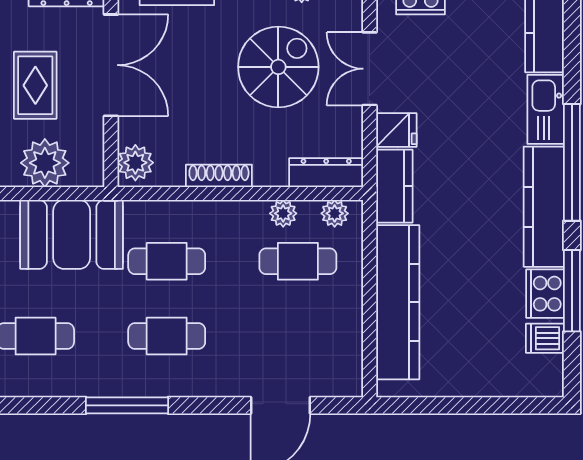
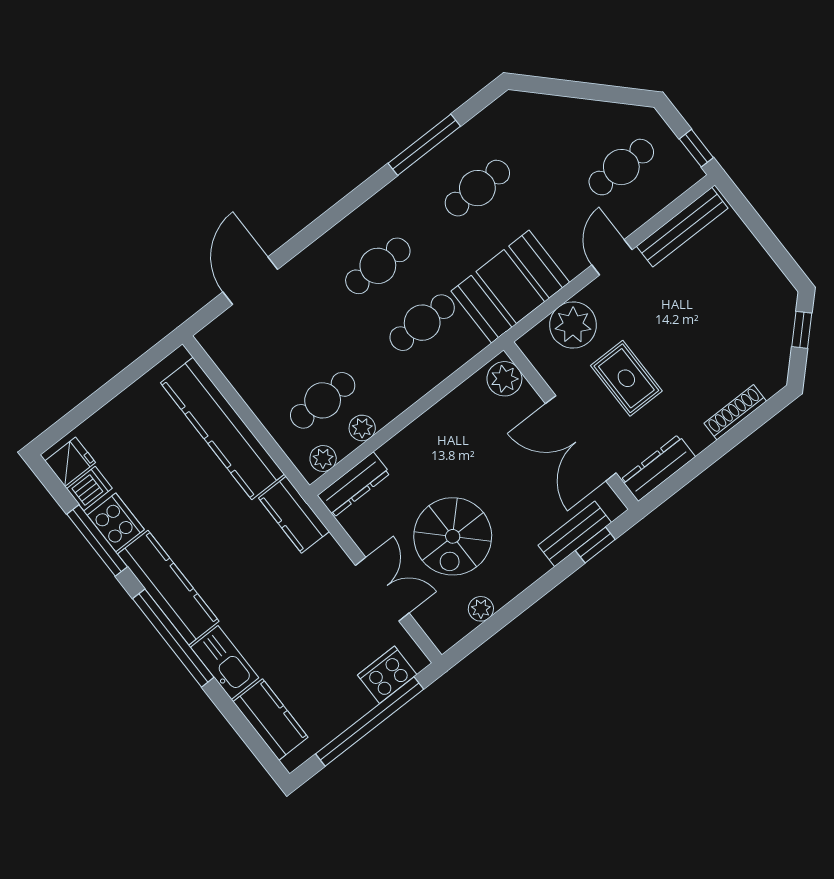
fridge: (396, 130) -> (70, 462), moved, turned 180
shoe rack: (219, 176) -> (433, 418), removed
window: (127, 405) -> (424, 145), moved

